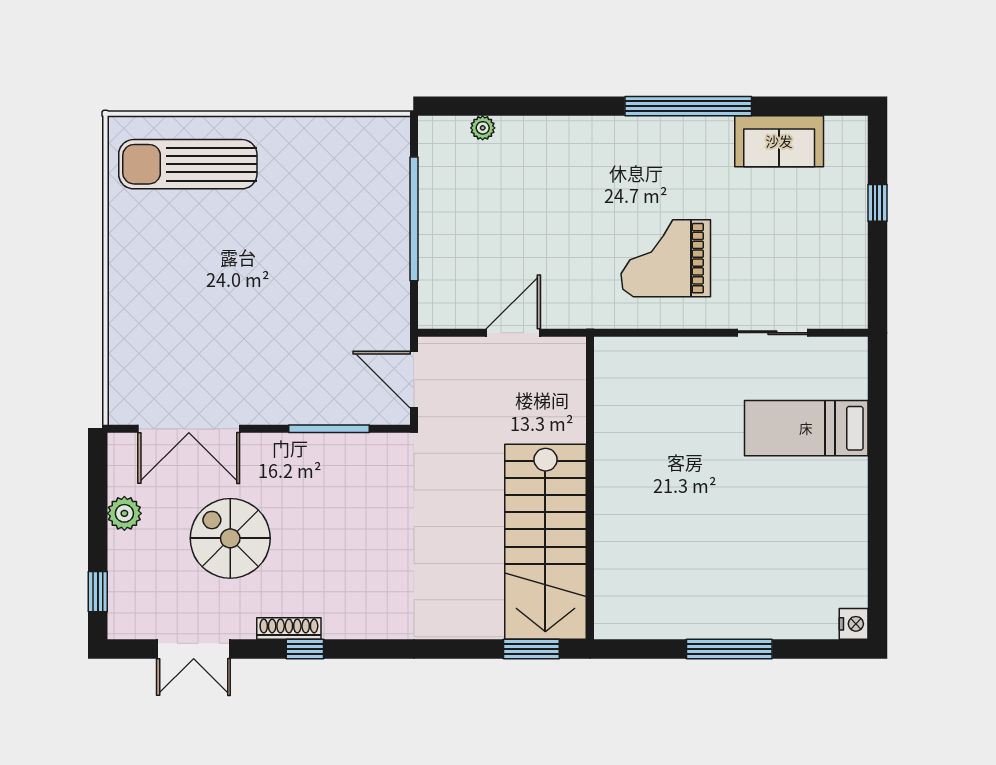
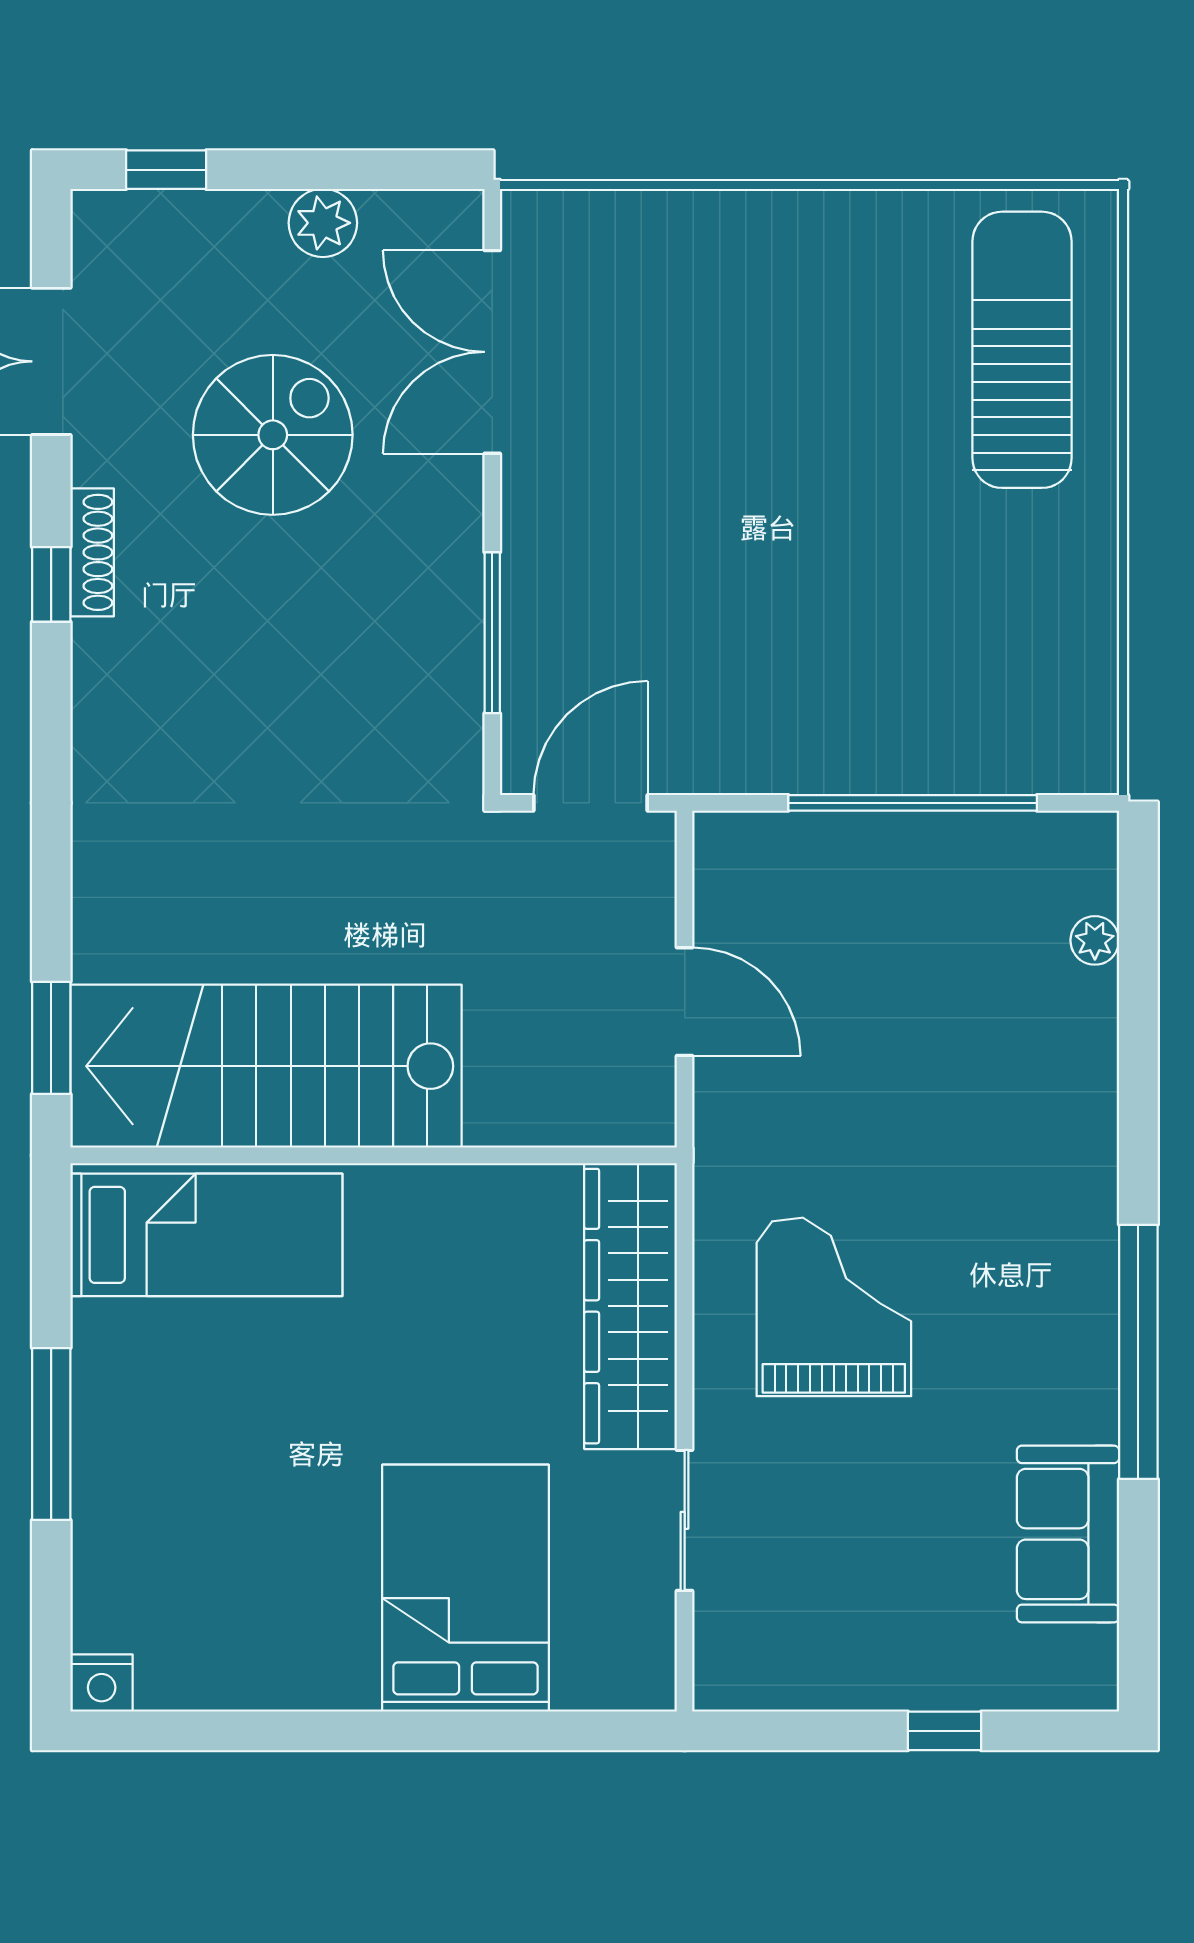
wardrobe: (665, 360) -> (631, 1306), added
bed: (806, 428) -> (466, 1588), width x1.50
bed: (630, 571) -> (206, 1235), added

